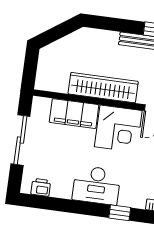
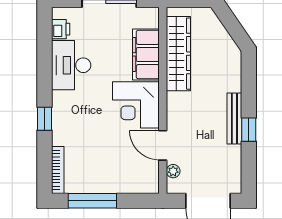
wardrobe: (103, 88) -> (178, 54), moved
desk: (97, 185) -> (71, 65), moved

